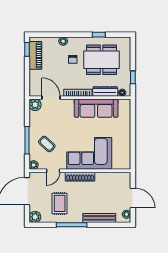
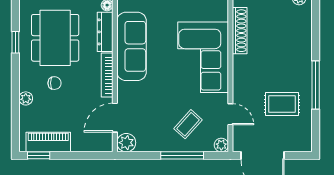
shoe rack: (80, 177) -> (240, 31), moved
plant: (35, 217) -> (303, 143), removed
bench: (99, 218) -> (305, 41), removed

